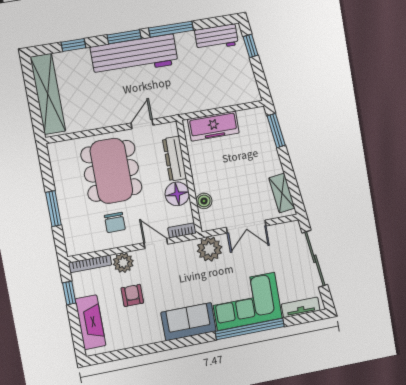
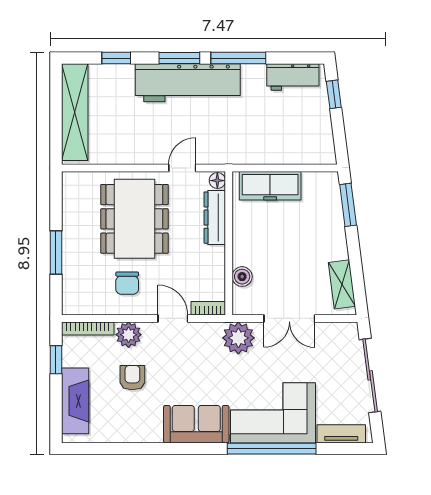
floor lamp: (177, 194) -> (217, 181), moved, width x0.53, depth x0.53

